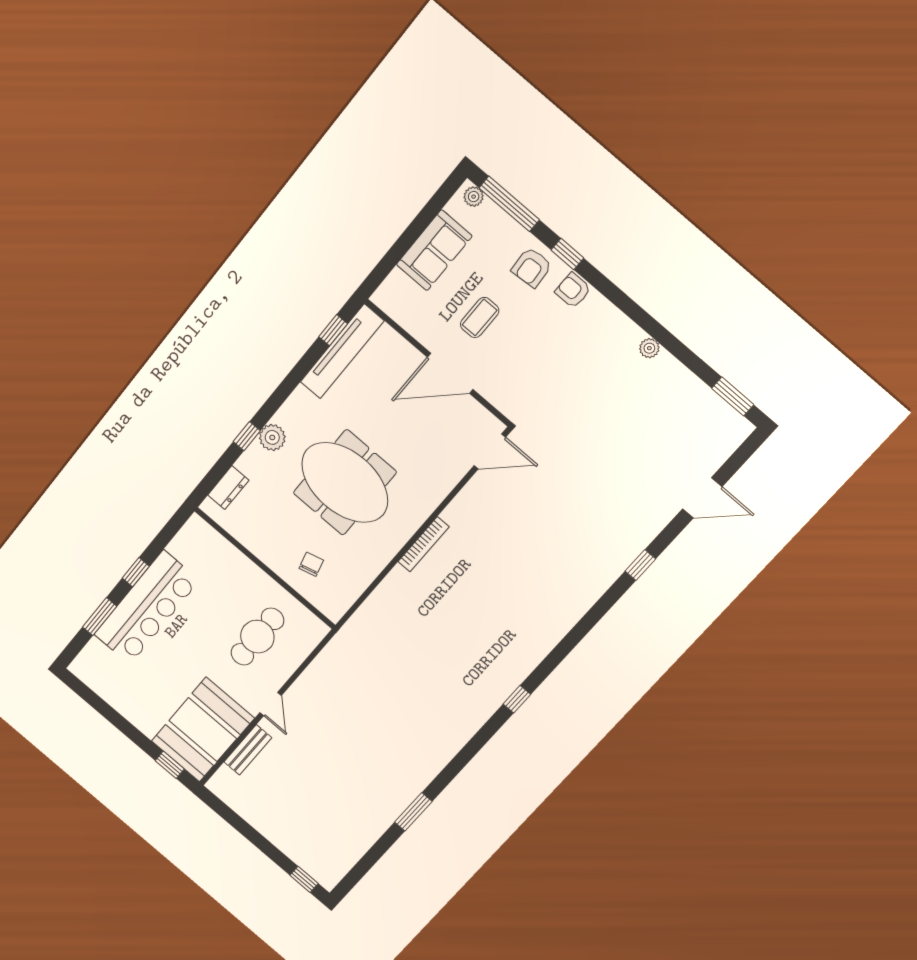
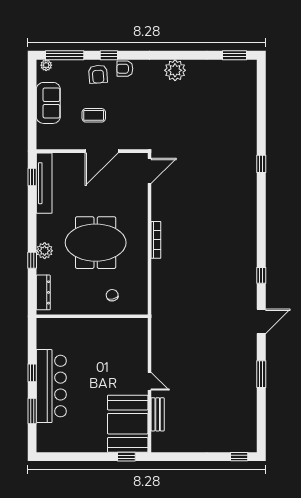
coffee table: (480, 318) -> (94, 115), turned 90
plant: (649, 348) -> (175, 70), width x1.88, depth x1.88
dresser: (228, 488) -> (43, 292), width x1.44
door: (702, 498) -> (261, 321), moved
cafe table: (257, 637) -> (116, 353), removed

